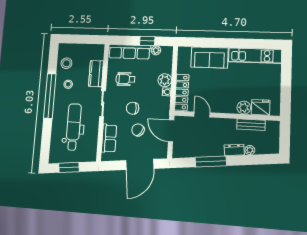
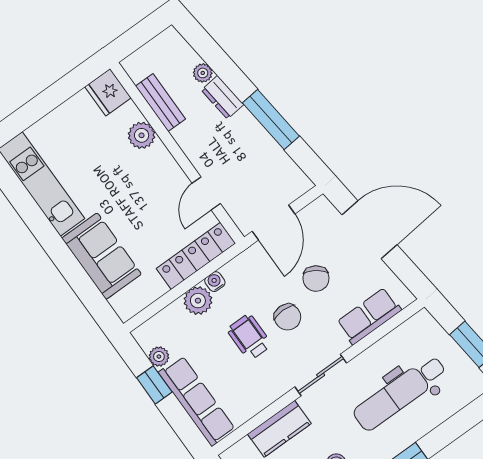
wheelchair: (126, 79) -> (249, 337), moved, turned 180
fridge: (261, 107) -> (108, 92), moved

